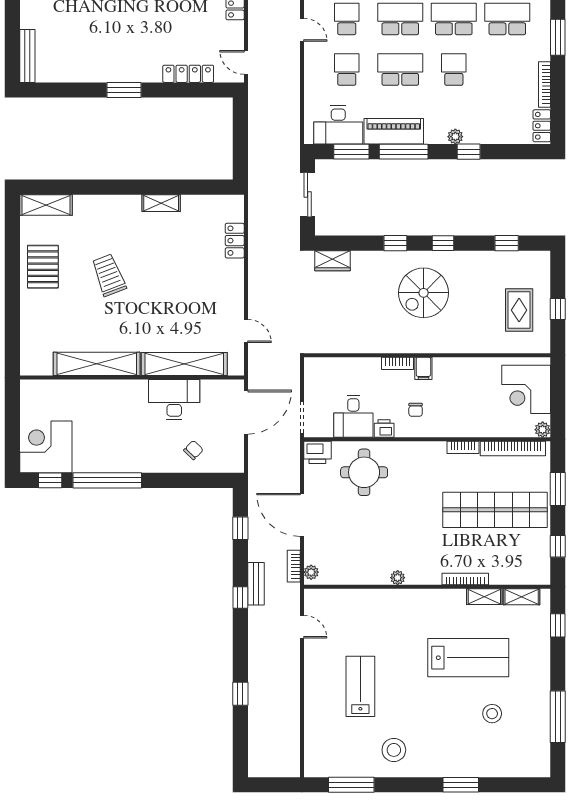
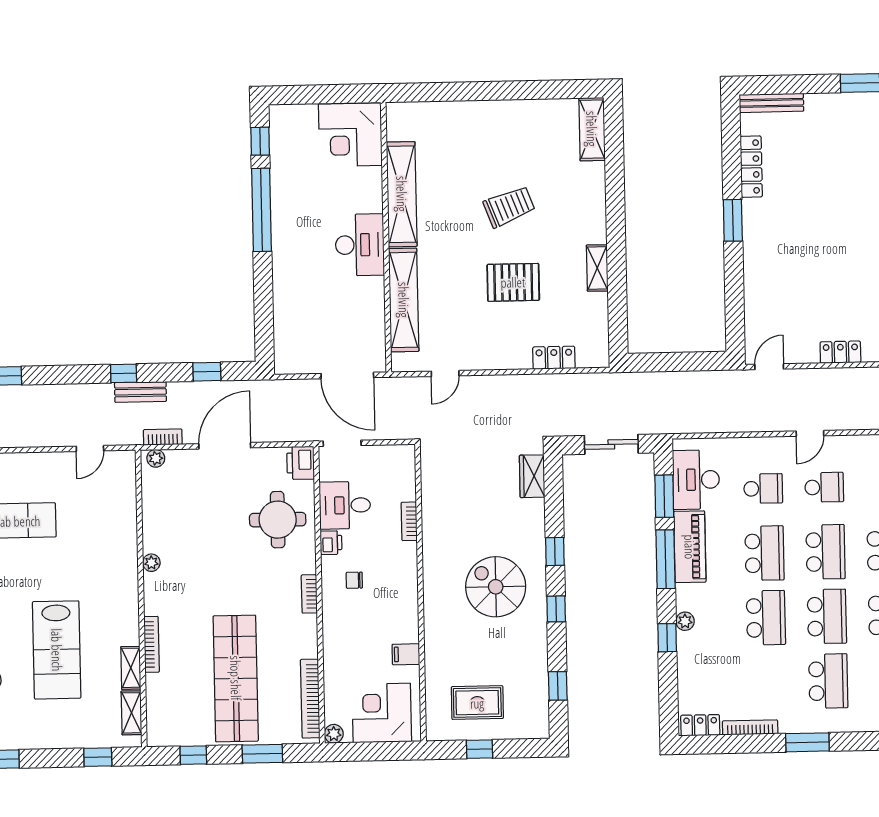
school desk: (454, 70) -> (766, 618), width x1.85
locker: (188, 74) -> (751, 167), moved
pallet: (43, 267) -> (513, 282), moved
bookcase: (398, 363) -> (409, 521), moved
filing cabinet: (423, 368) -> (406, 654), moved
desk: (174, 399) -> (360, 245), moved
corner desk: (46, 447) -> (350, 135), moved, turned 180
bookcase: (463, 447) -> (309, 594), moved
chair: (193, 450) -> (300, 313), removed

